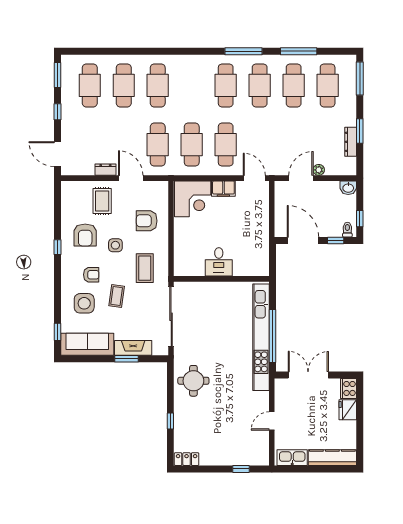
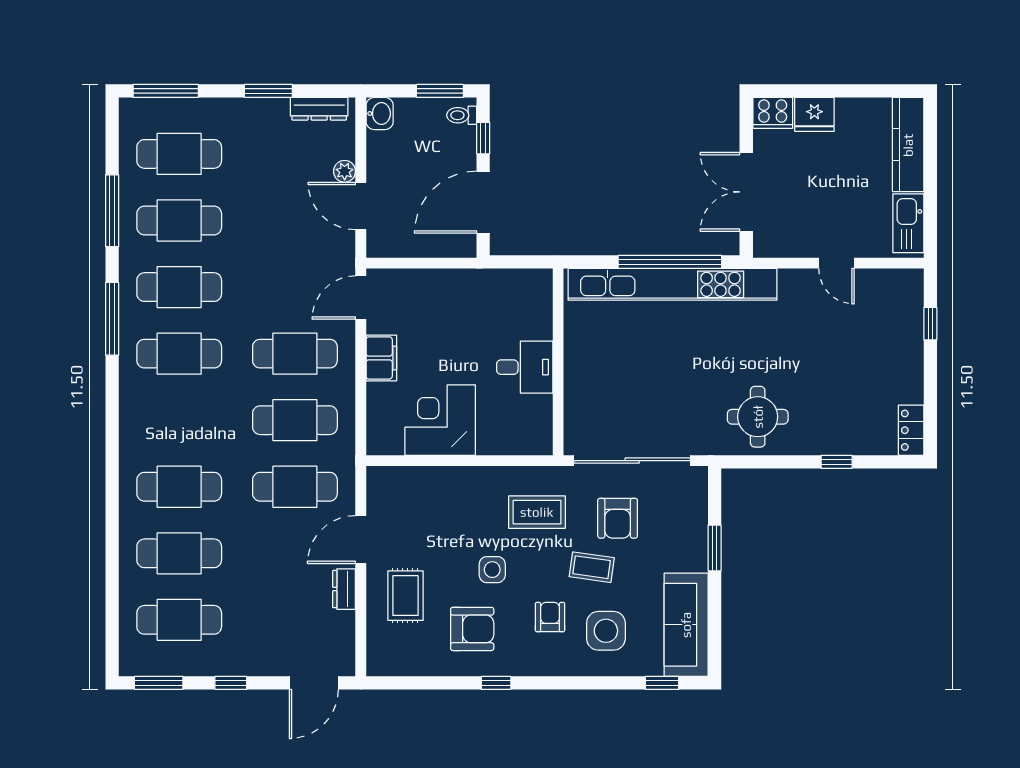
dresser: (351, 142) -> (319, 109), moved
corner desk: (193, 199) -> (440, 420), moved, turned -90
rug: (102, 201) -> (405, 596), turned 90
window: (360, 219) -> (440, 91), width x1.50
armchair: (147, 221) -> (618, 518), moved
fireplace: (133, 348) -> (693, 535), removed

